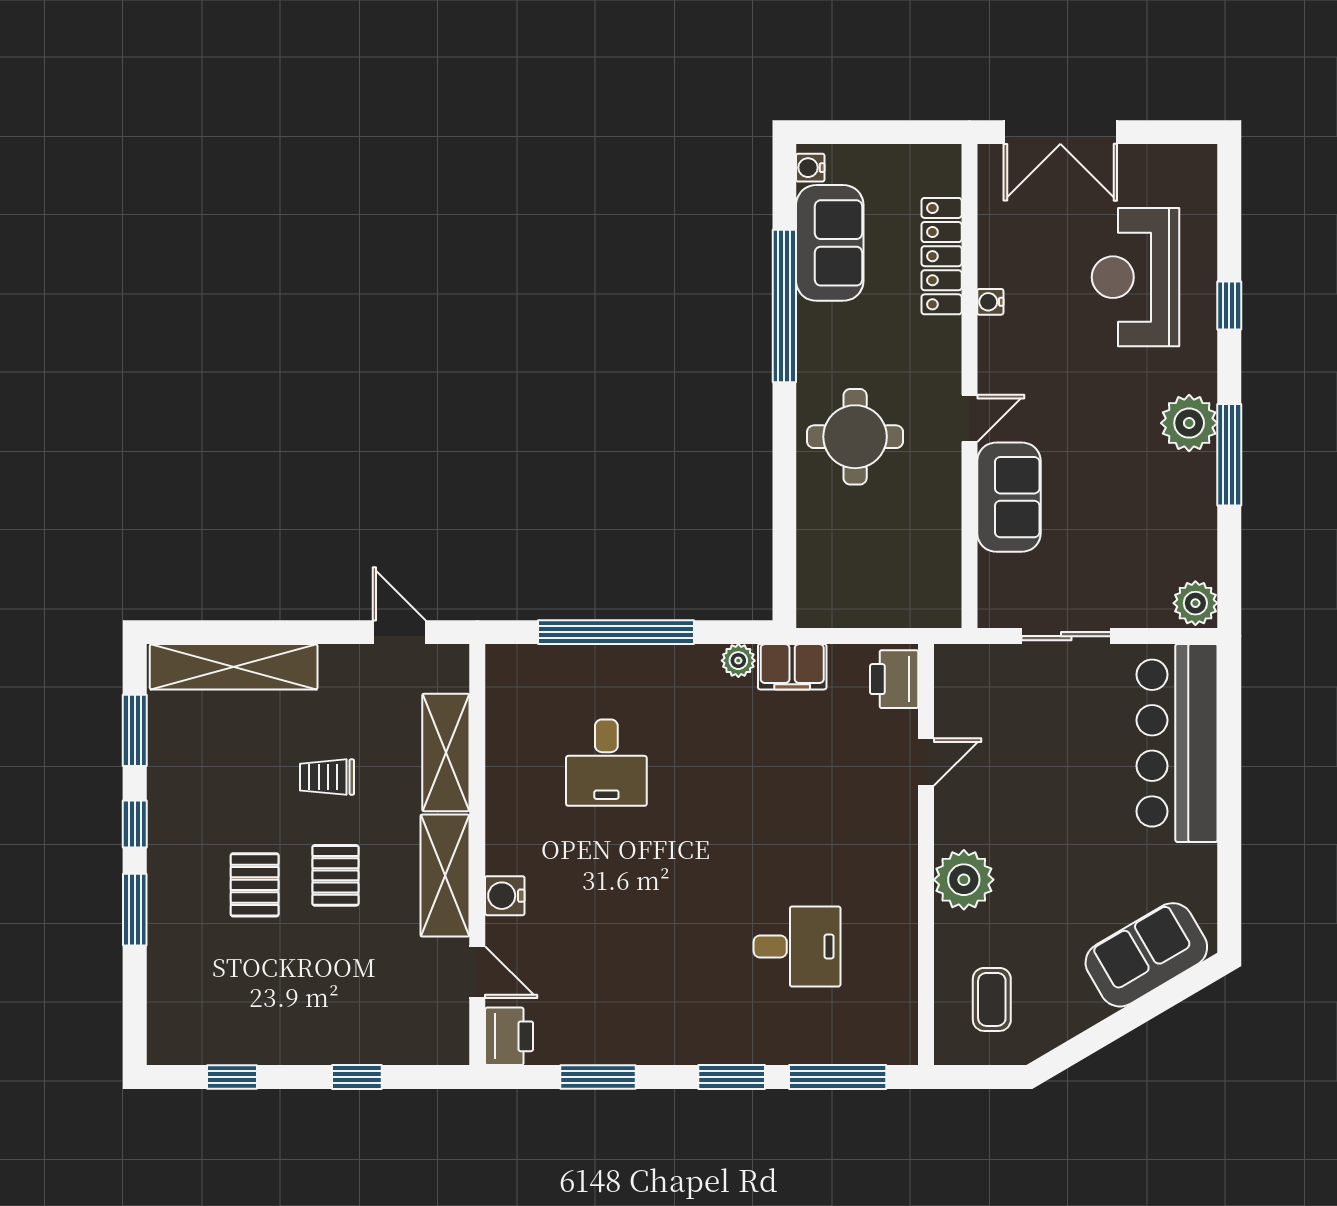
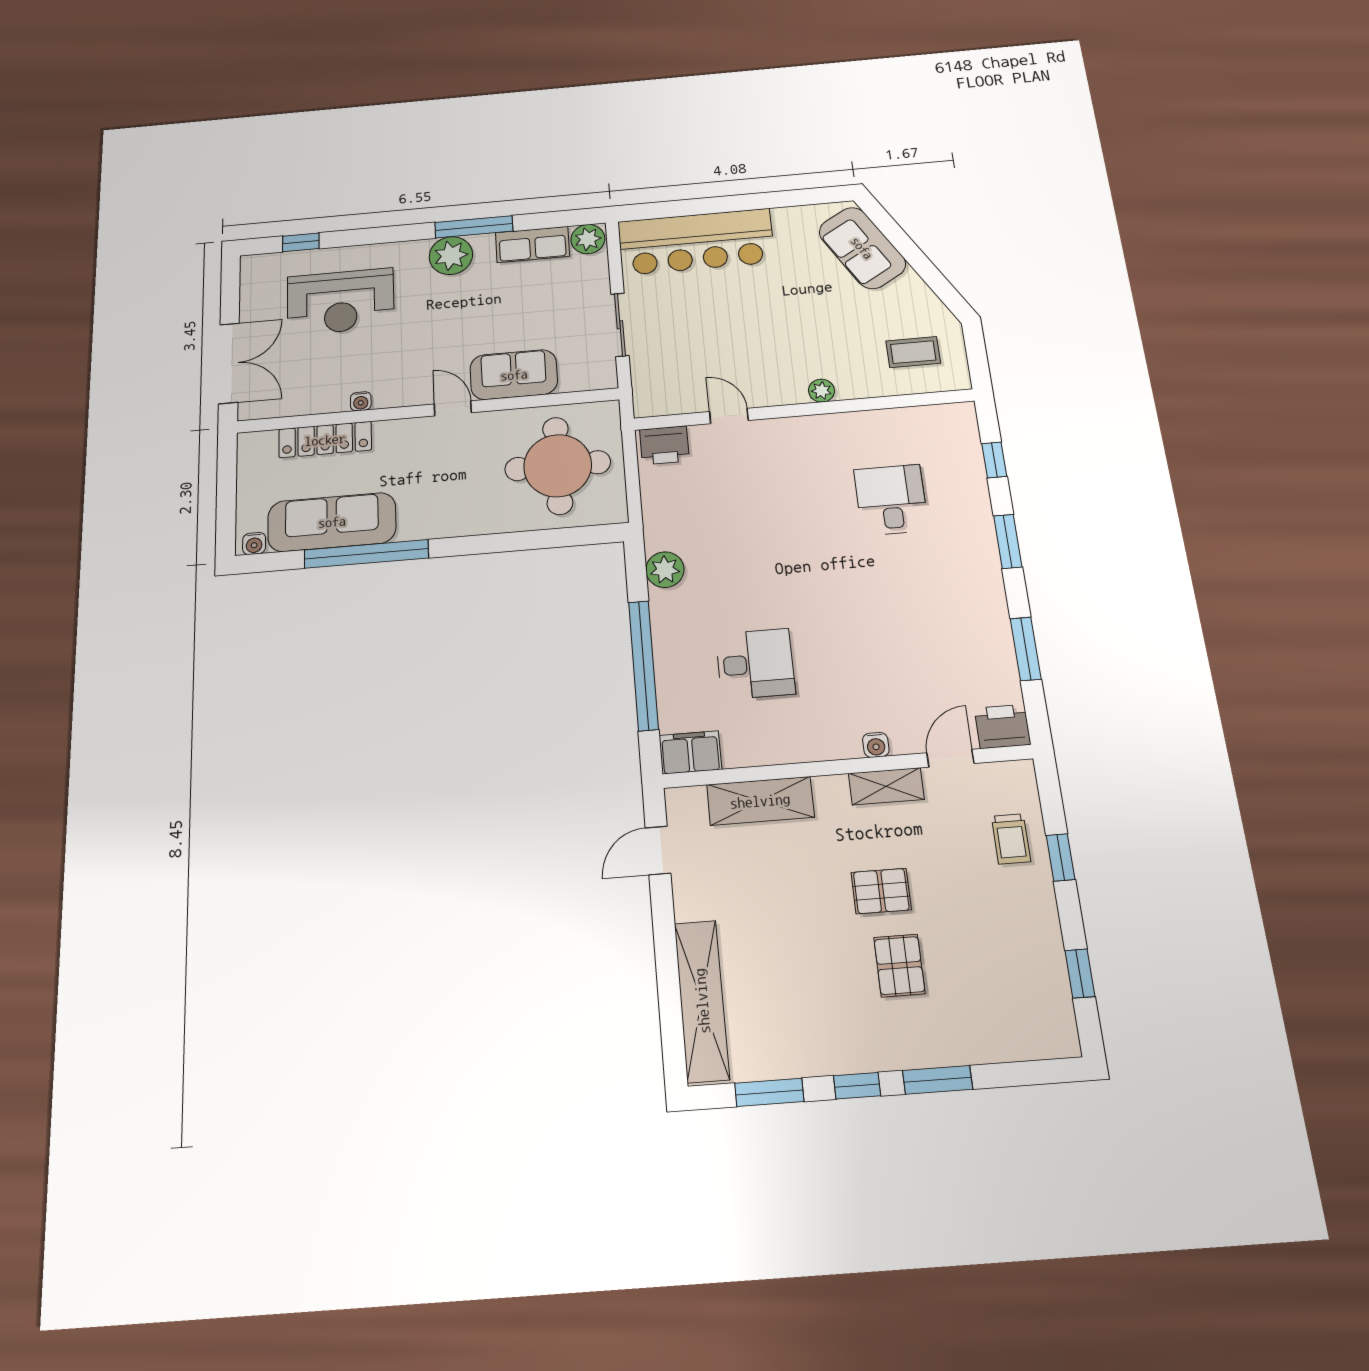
sofa: (830, 243) -> (332, 522), width x1.36
window: (1229, 306) -> (301, 242), moved
round table: (855, 437) -> (558, 466), moved, width x1.36, depth x1.36
row of seats: (1195, 531) -> (533, 245), added
plant: (738, 661) -> (665, 570), width x1.38, depth x1.38
filing cabinet: (792, 667) -> (690, 752), moved, turned -90
trolley: (327, 777) -> (1011, 839), moved
shelving: (445, 876) -> (886, 786), width x0.67, depth x0.75
plant: (964, 880) -> (821, 391), width x0.53, depth x0.53
pallet: (255, 885) -> (899, 965), turned 90
water cooler: (505, 896) -> (876, 745), width x0.72, depth x0.72
window: (838, 1077) -> (994, 460), width x0.46

